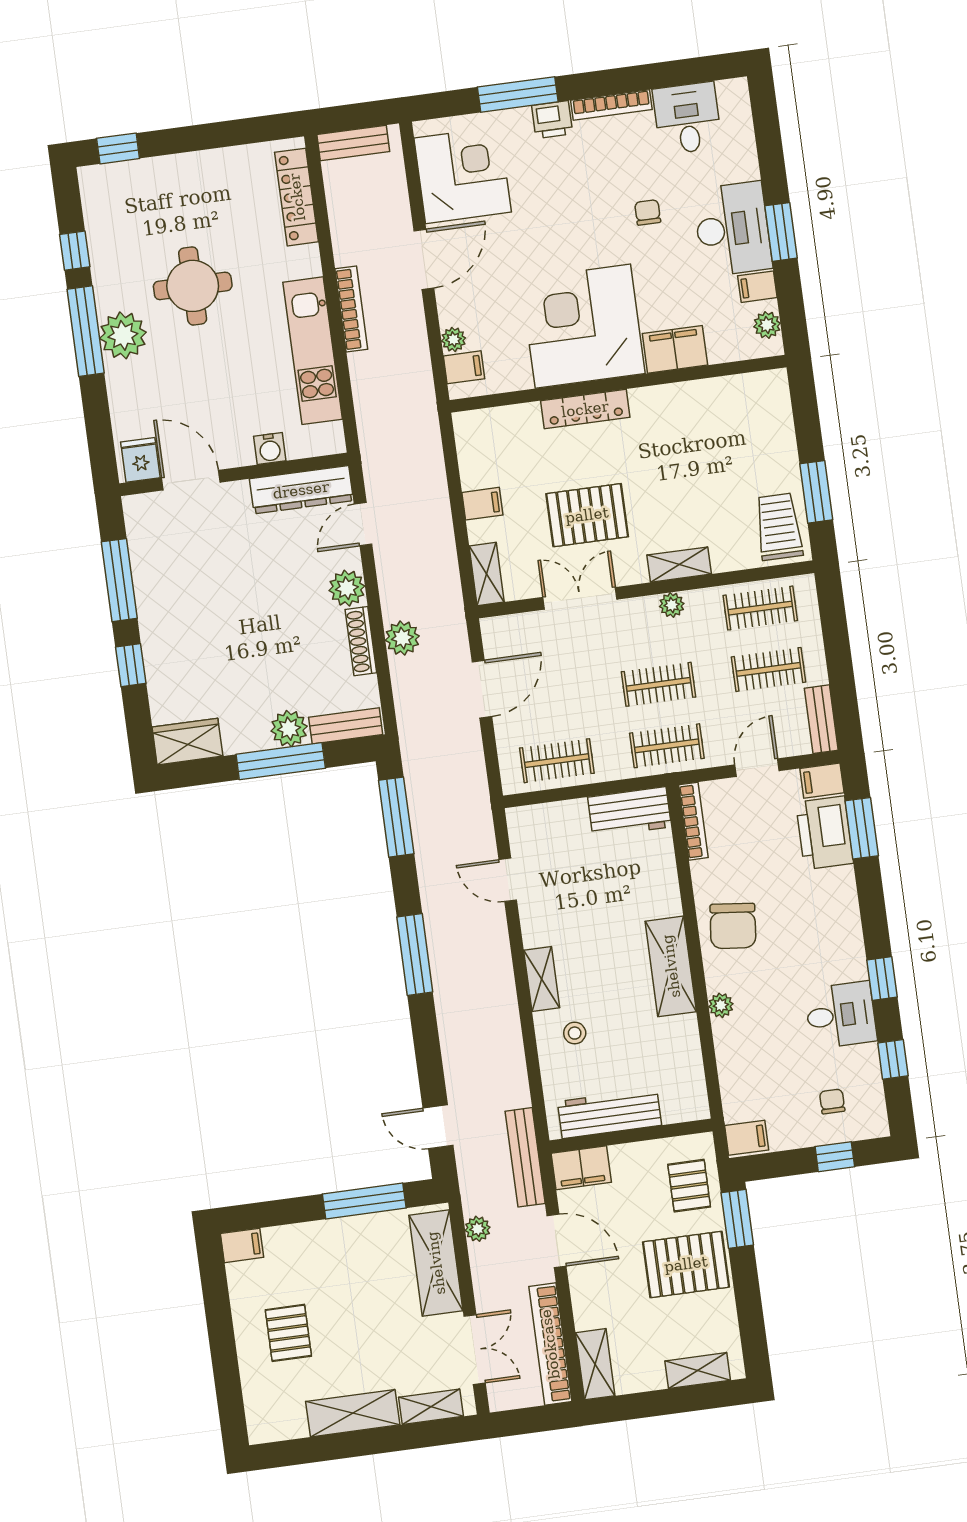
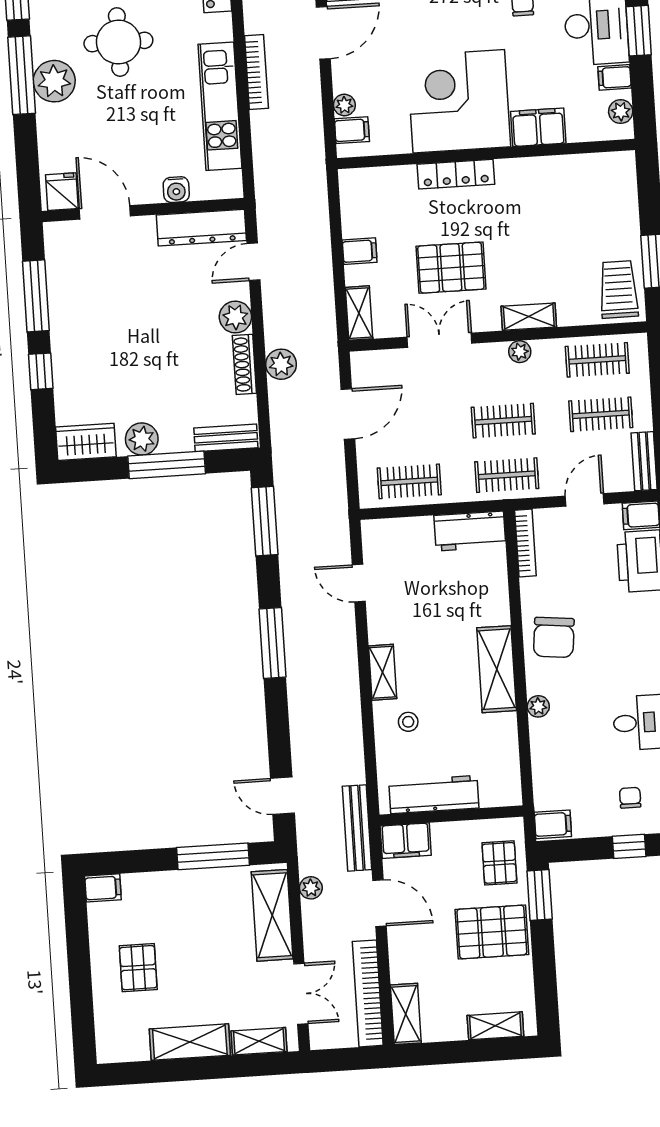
plant: (289, 729) -> (142, 439), moved

